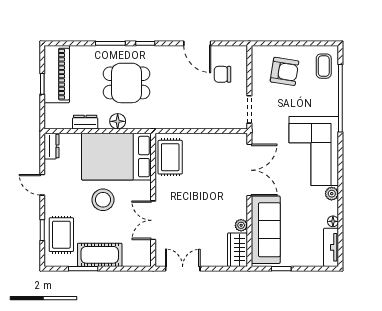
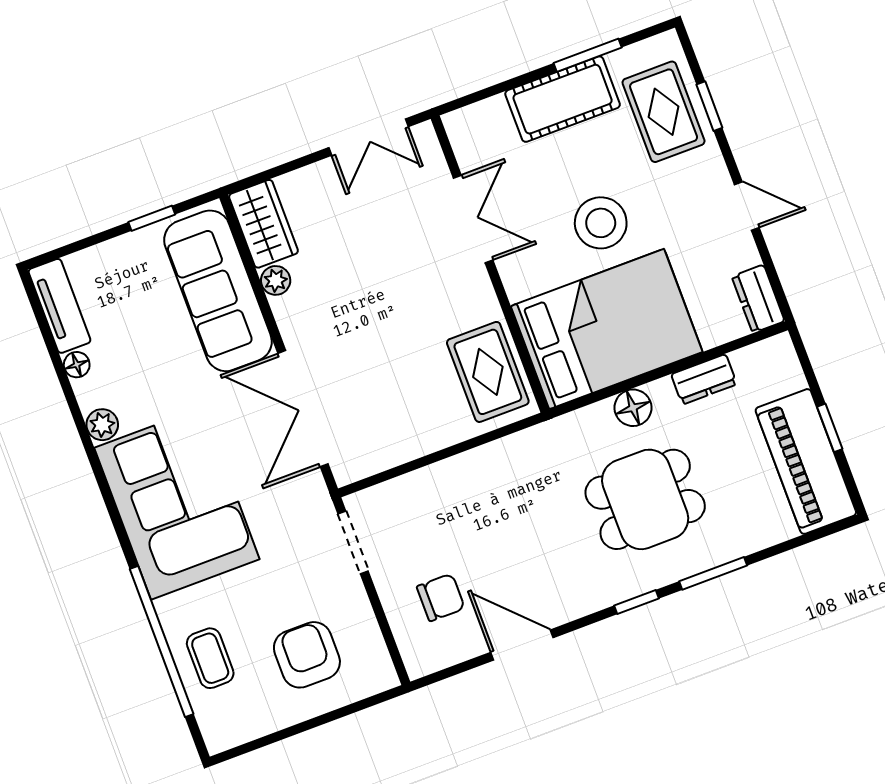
coffee table: (324, 66) -> (210, 658), moved
armchair: (284, 71) -> (307, 655), turned 81

